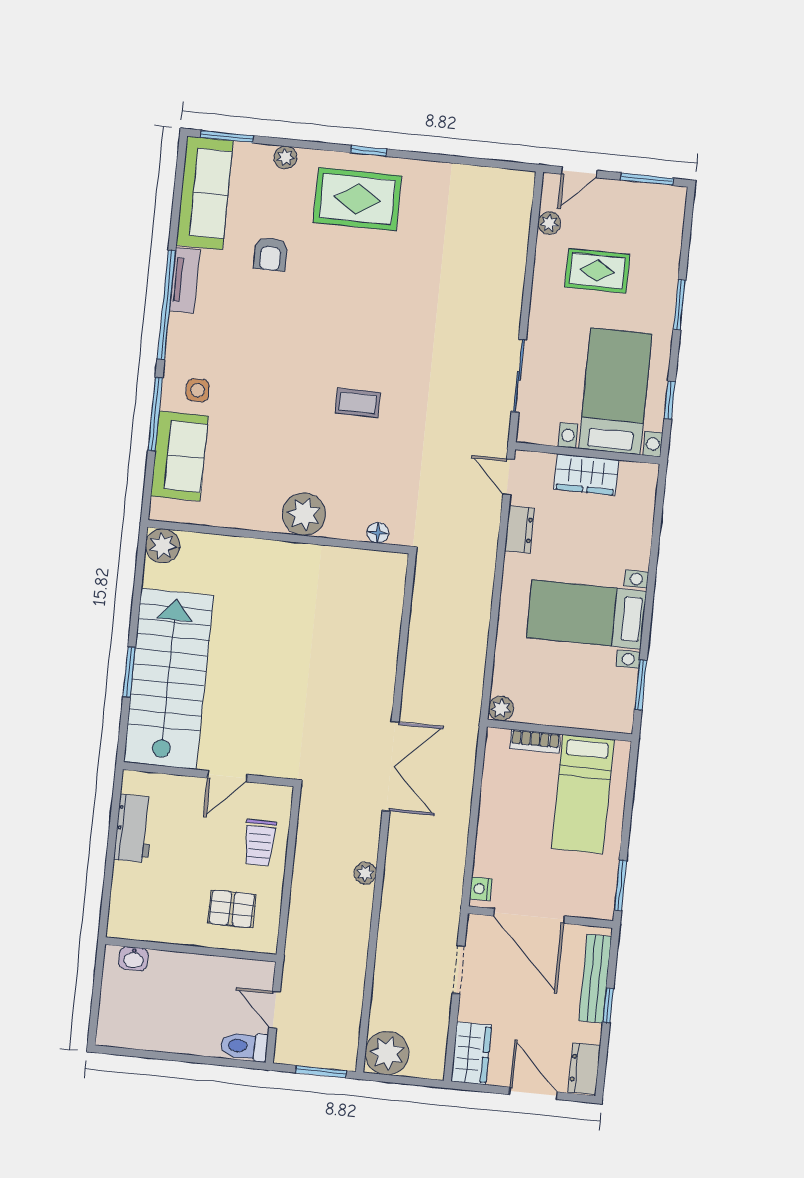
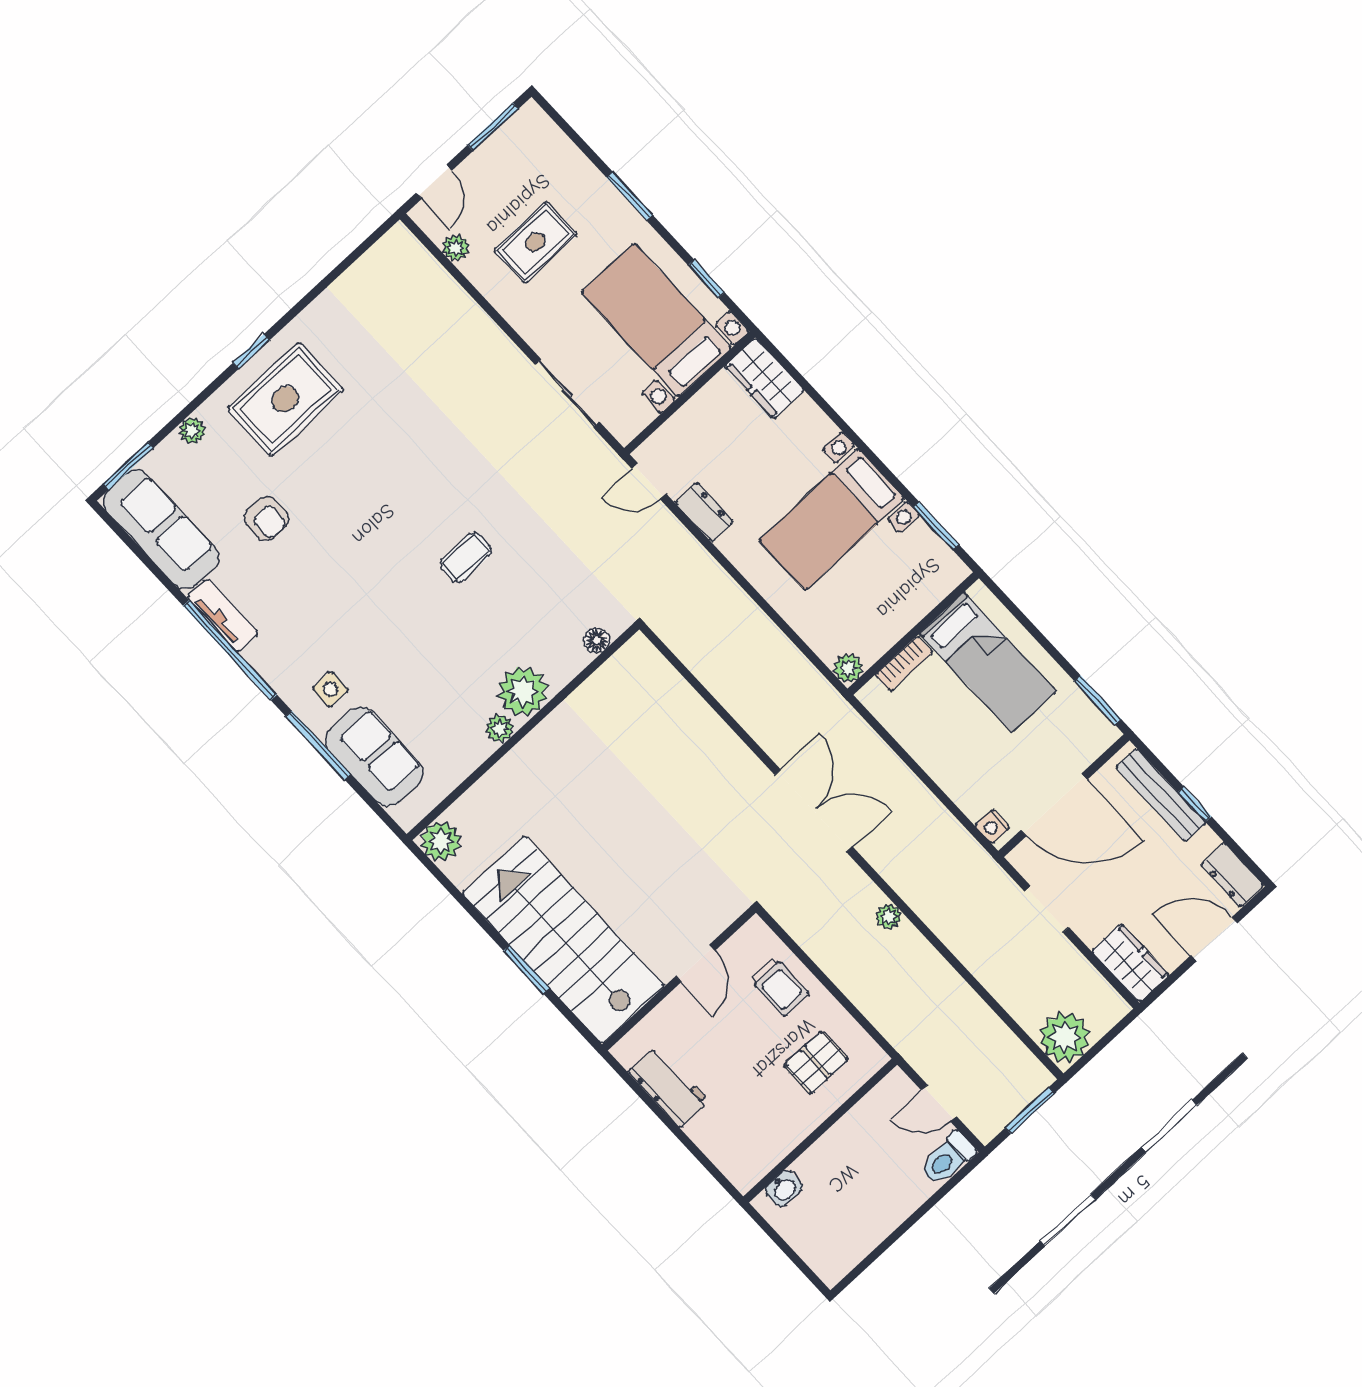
wardrobe: (586, 475) -> (764, 378), moved, turned 90
plant: (267, 520) -> (500, 729), added

